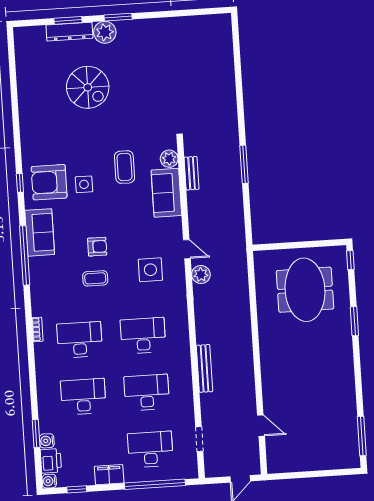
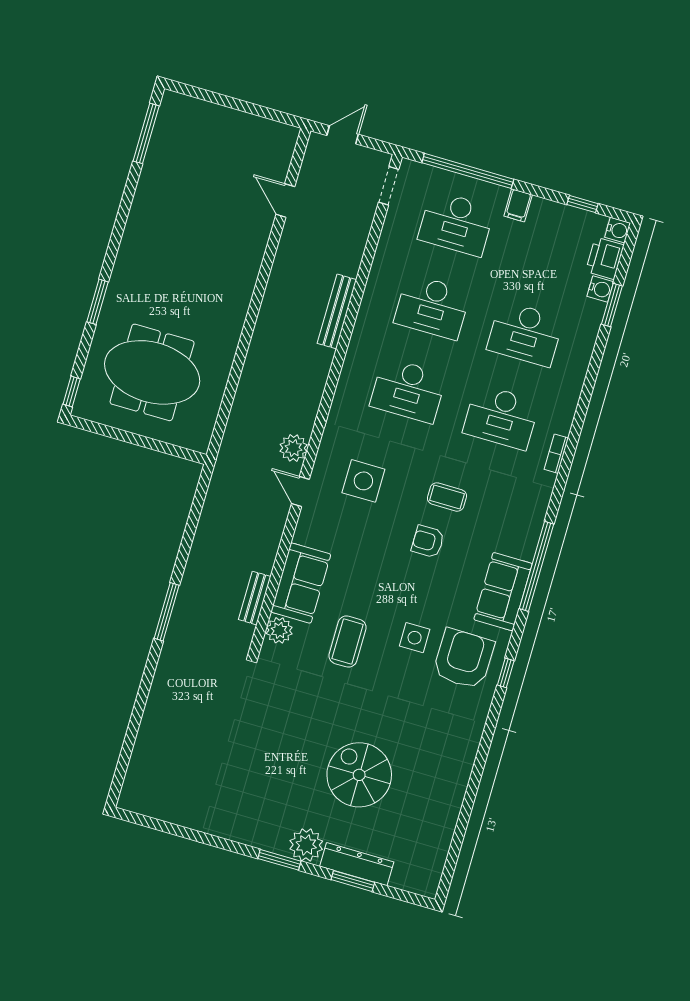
window: (244, 164) -> (167, 612), moved
armchair: (49, 182) -> (463, 659), turned -89
meeting table: (305, 290) -> (152, 372), turned 90
doorway: (199, 439) -> (389, 186), moved
filing cabinet: (109, 475) -> (518, 205), width x0.50

